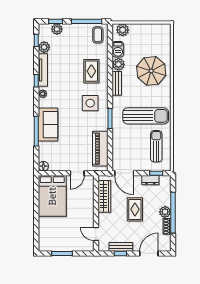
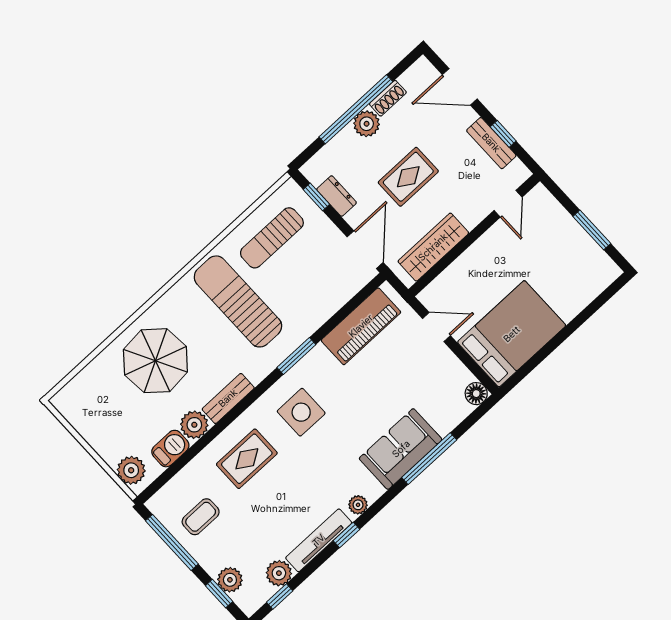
coffee table: (98, 35) -> (201, 517), moved

